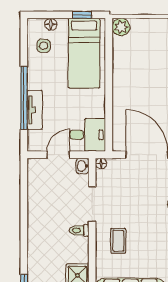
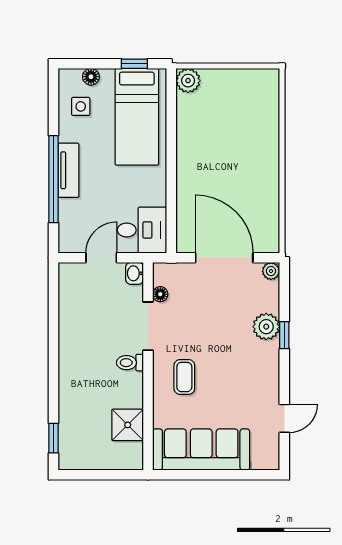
tv unit: (35, 110) -> (68, 170), moved
floor lamp: (101, 164) -> (160, 294), moved

